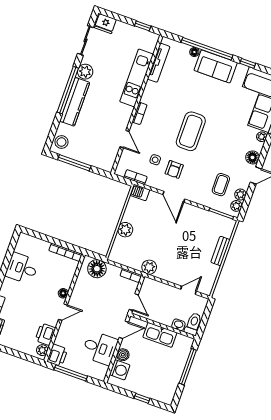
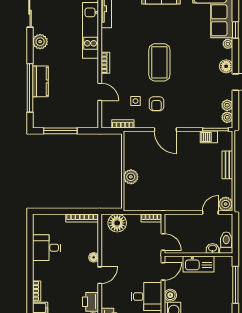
window: (68, 90) -> (30, 88), moved
kitchen counter: (75, 102) -> (40, 81), width x0.67
stool: (62, 142) -> (41, 116), removed
coffee table: (221, 185) -> (205, 102), removed
barbecue: (140, 192) -> (209, 137), moved
plant: (149, 267) -> (226, 204), moved

